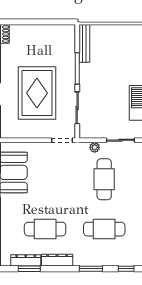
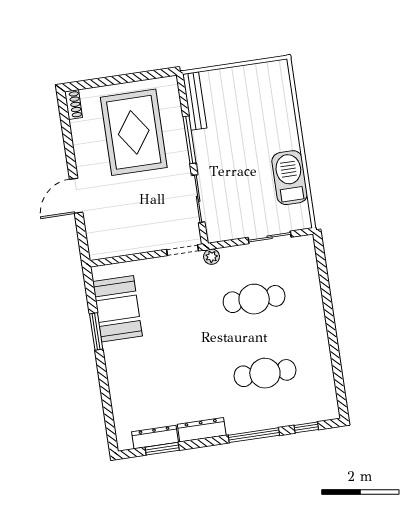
rug: (37, 93) -> (134, 132), moved
plant: (95, 147) -> (212, 257), moved
cafe table: (104, 179) -> (254, 299), turned 90
cafe table: (45, 229) -> (177, 386), removed
window: (91, 269) -> (254, 435), width x1.44

